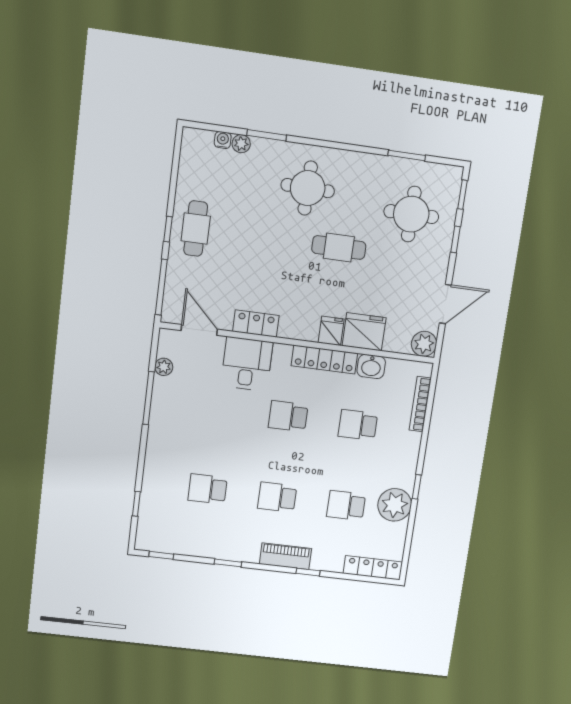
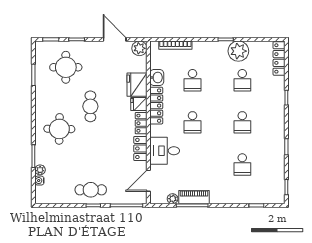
locker: (298, 330) -> (141, 123), added
piano: (285, 556) -> (194, 197), moved, turned 90

